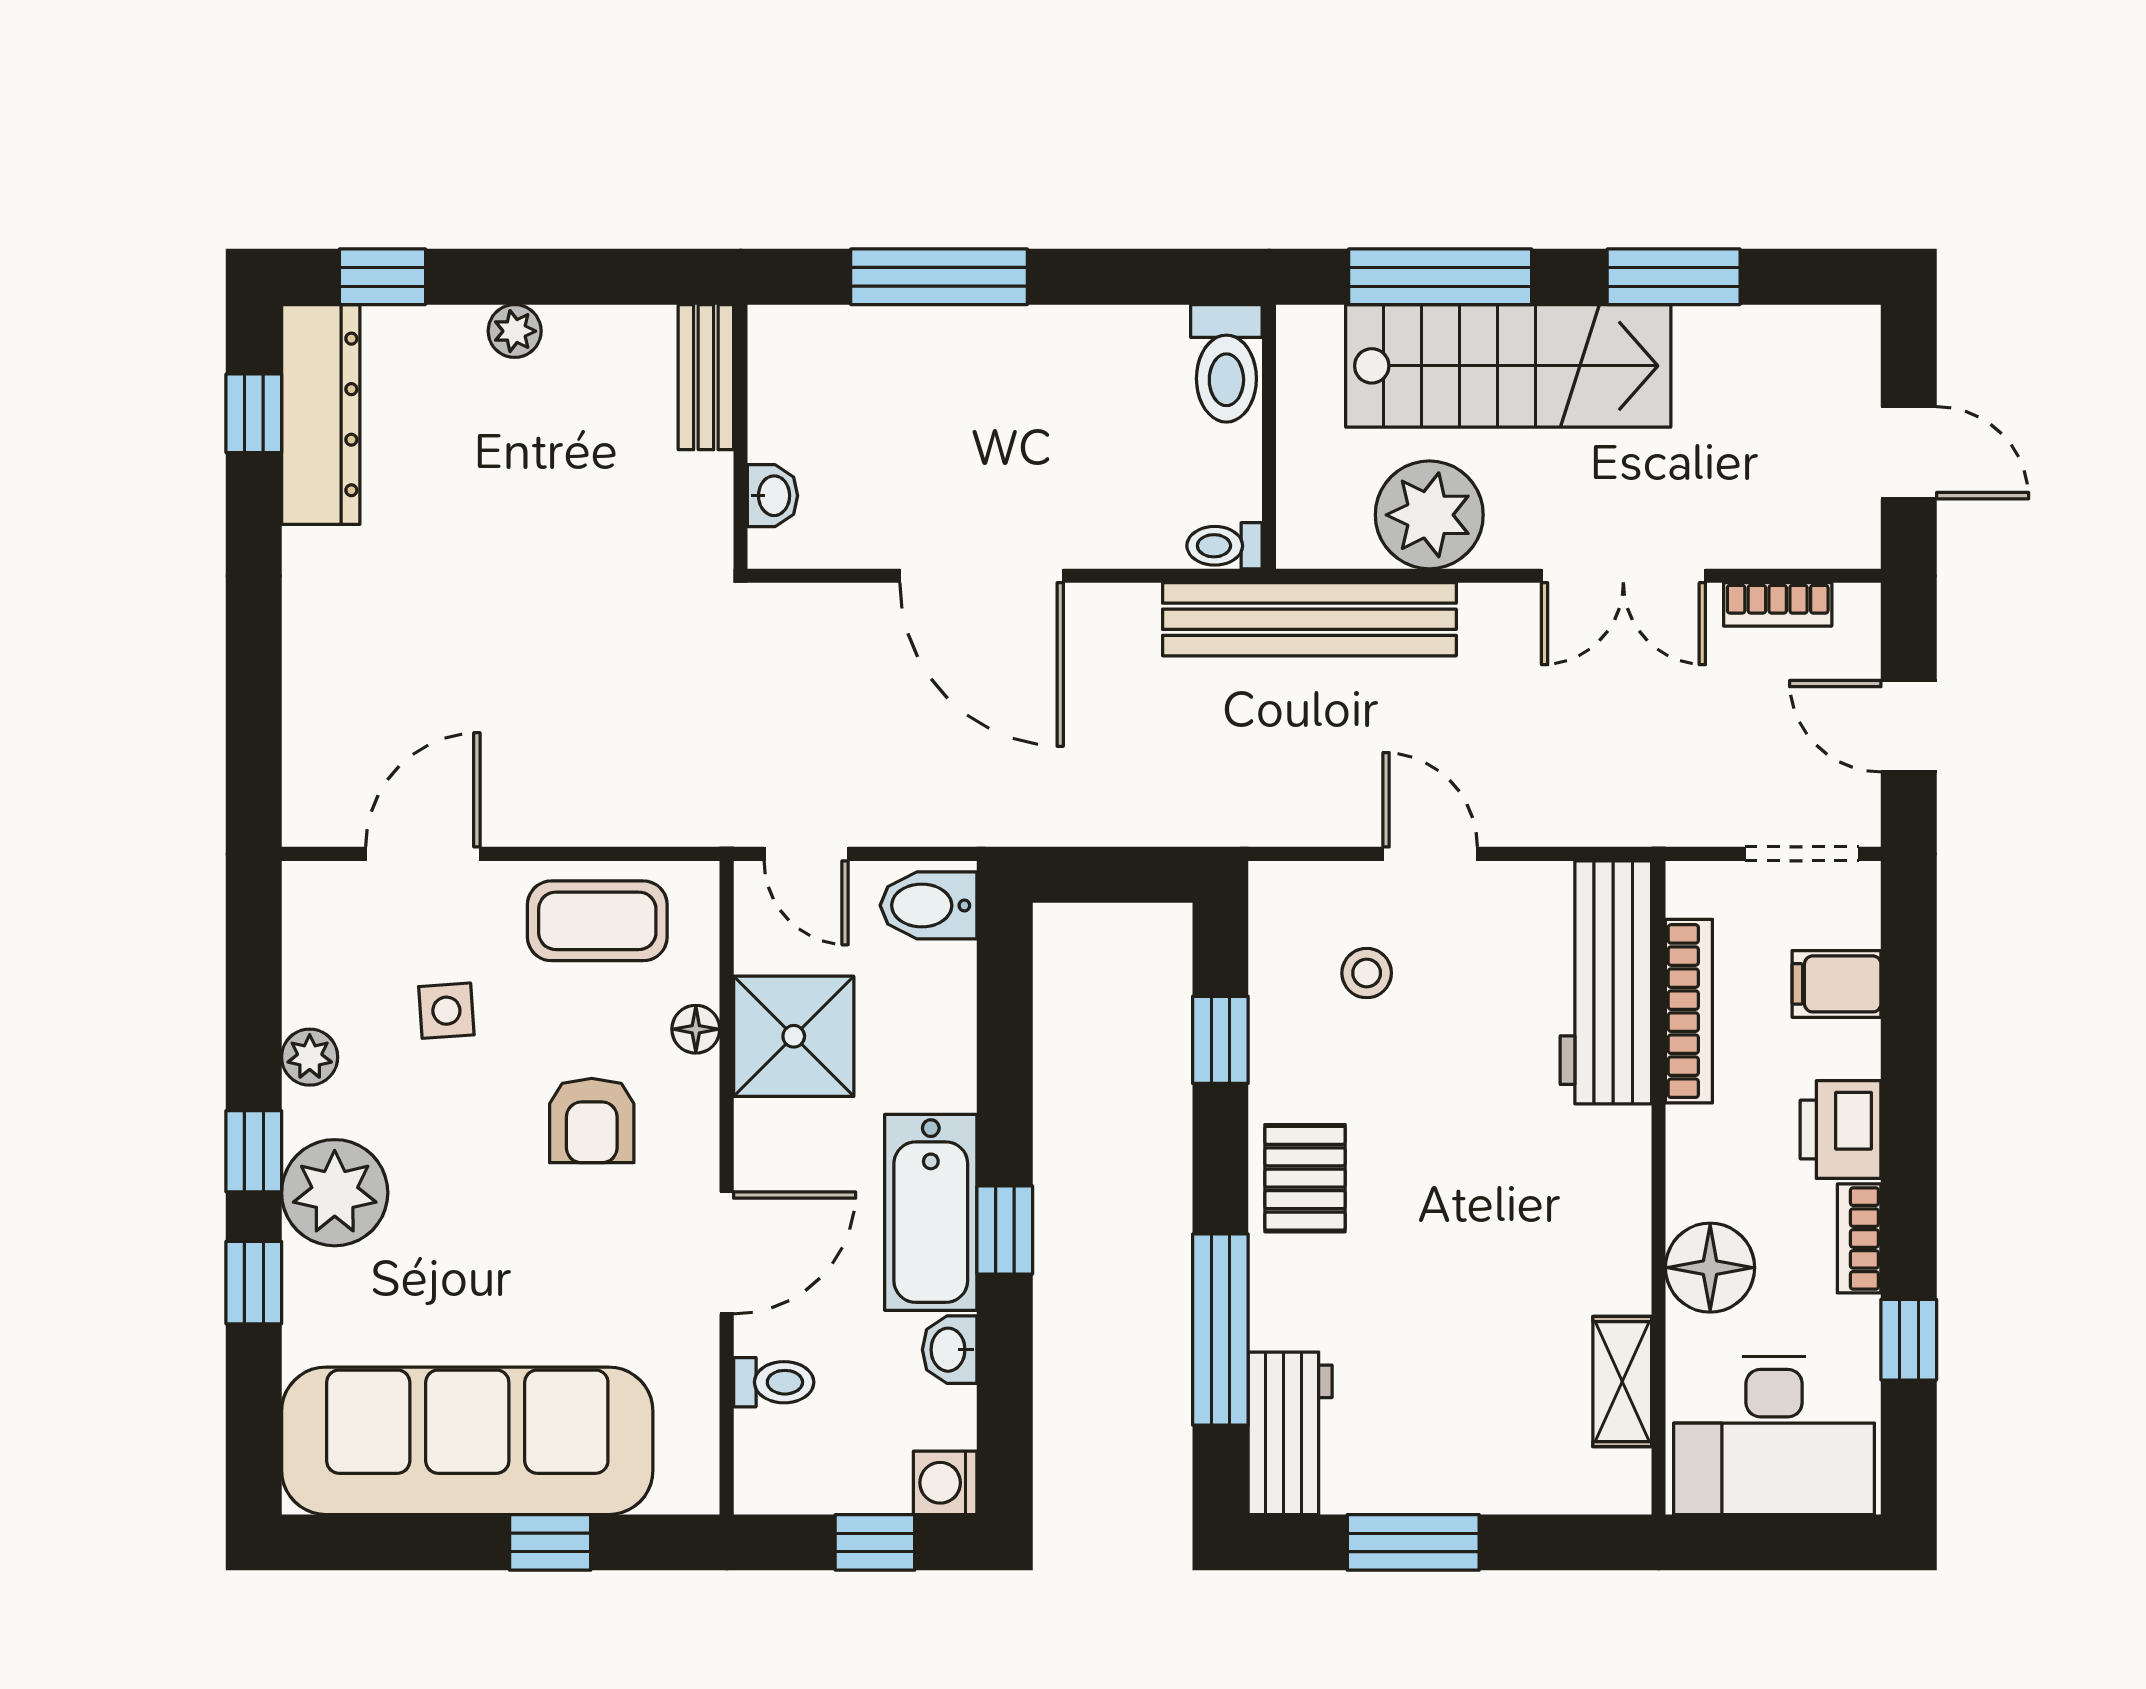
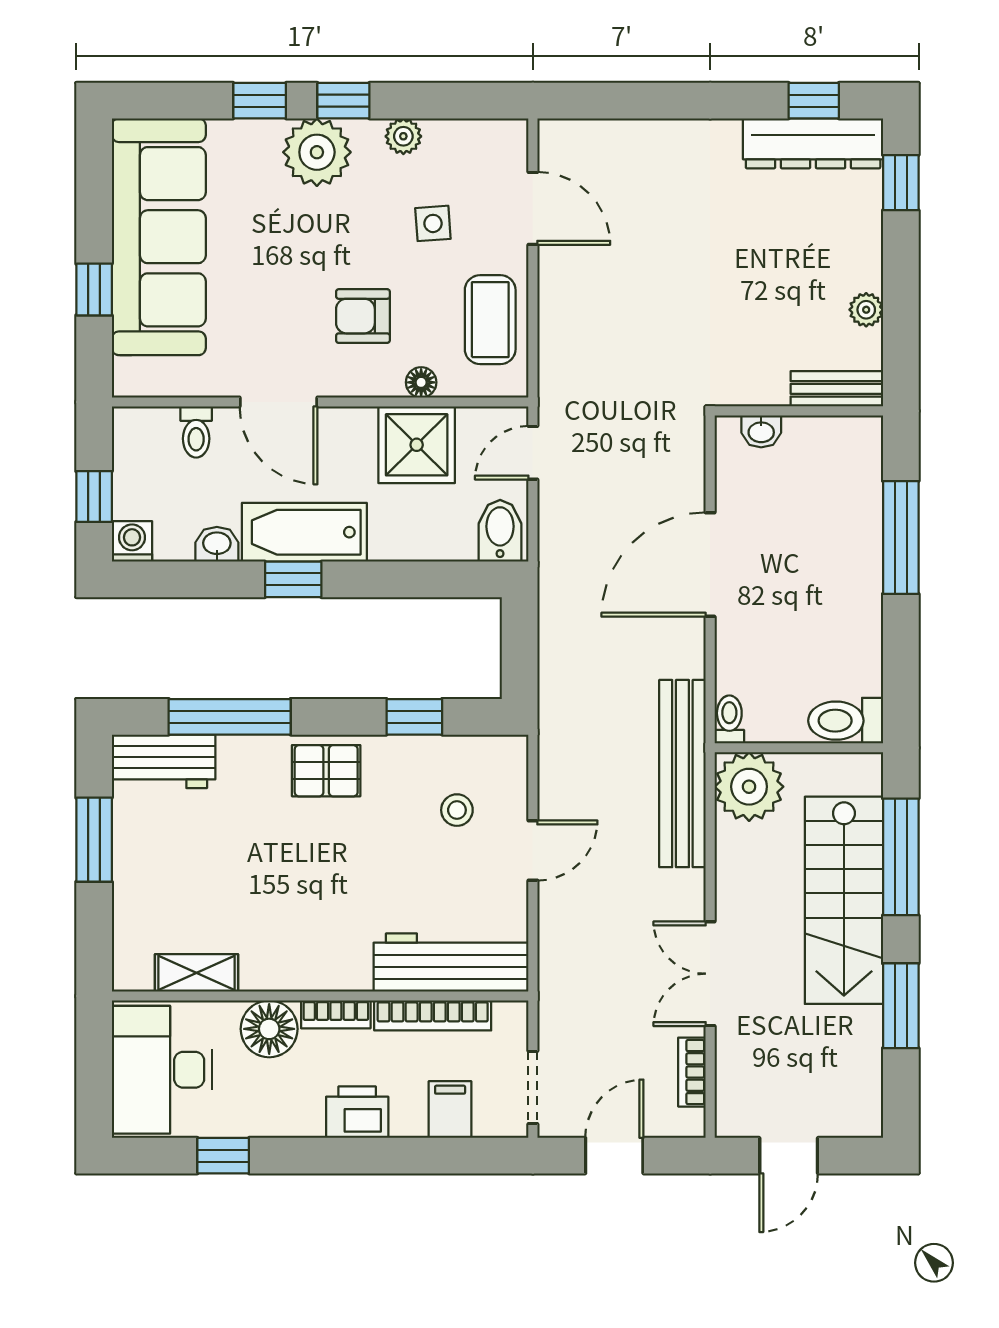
plant: (515, 331) -> (866, 310), moved
plant: (1429, 515) -> (749, 787), moved
bookcase: (1859, 1238) -> (336, 1014), moved, turned 180

